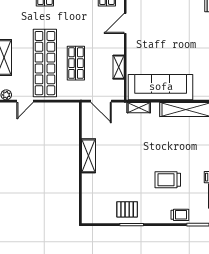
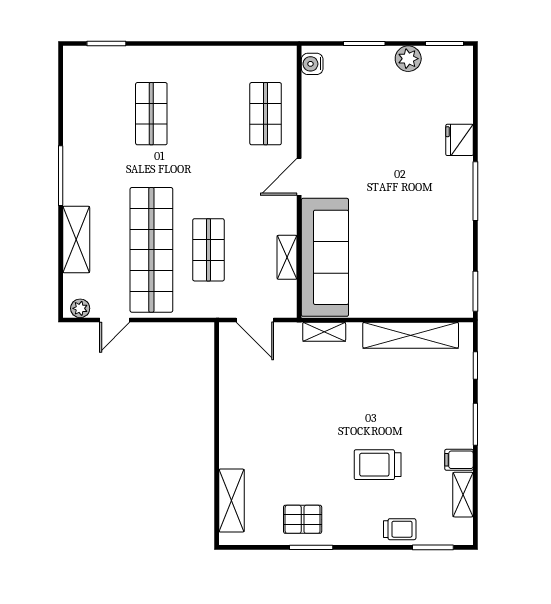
sofa: (161, 87) -> (325, 257), moved, turned 90
shelving: (88, 156) -> (232, 501), moved

